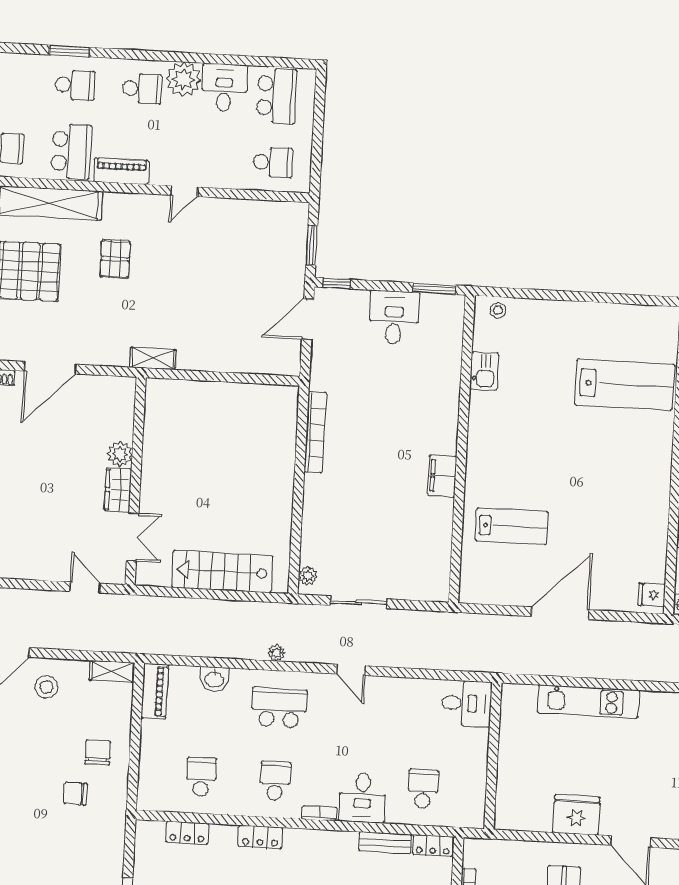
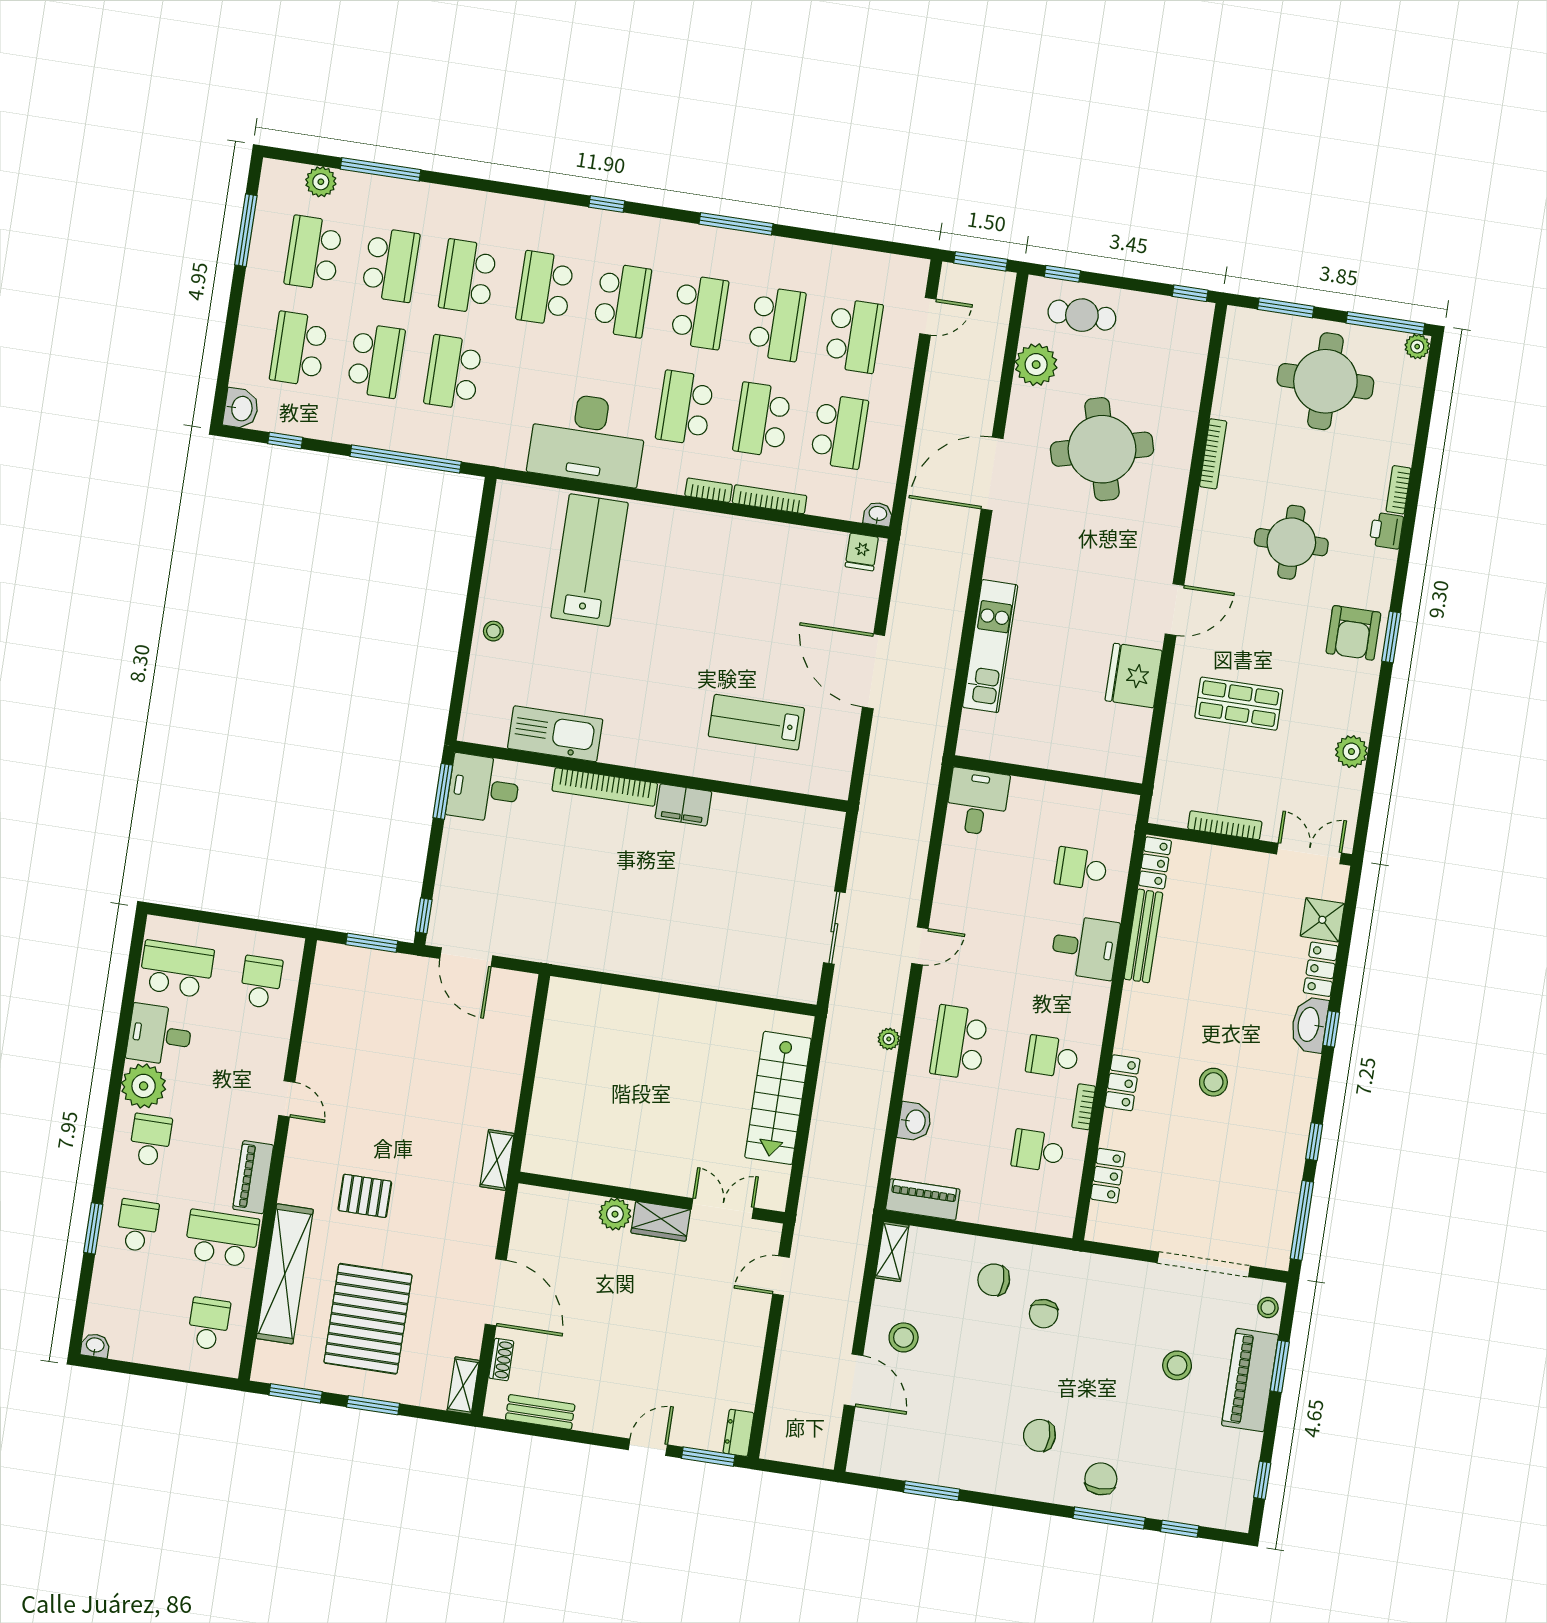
stool: (498, 310) -> (493, 631), moved
desk: (394, 318) -> (484, 788), moved
kitchen sink: (484, 371) -> (555, 734), width x1.88, depth x1.24
bookcase: (315, 432) -> (605, 787), moved, turned 180
lab bench: (512, 526) -> (756, 722), turned -90
plant: (308, 576) -> (794, 989), removed
bookcase: (319, 813) -> (1084, 1107), moved
bench: (385, 843) -> (1143, 936), width x1.36

